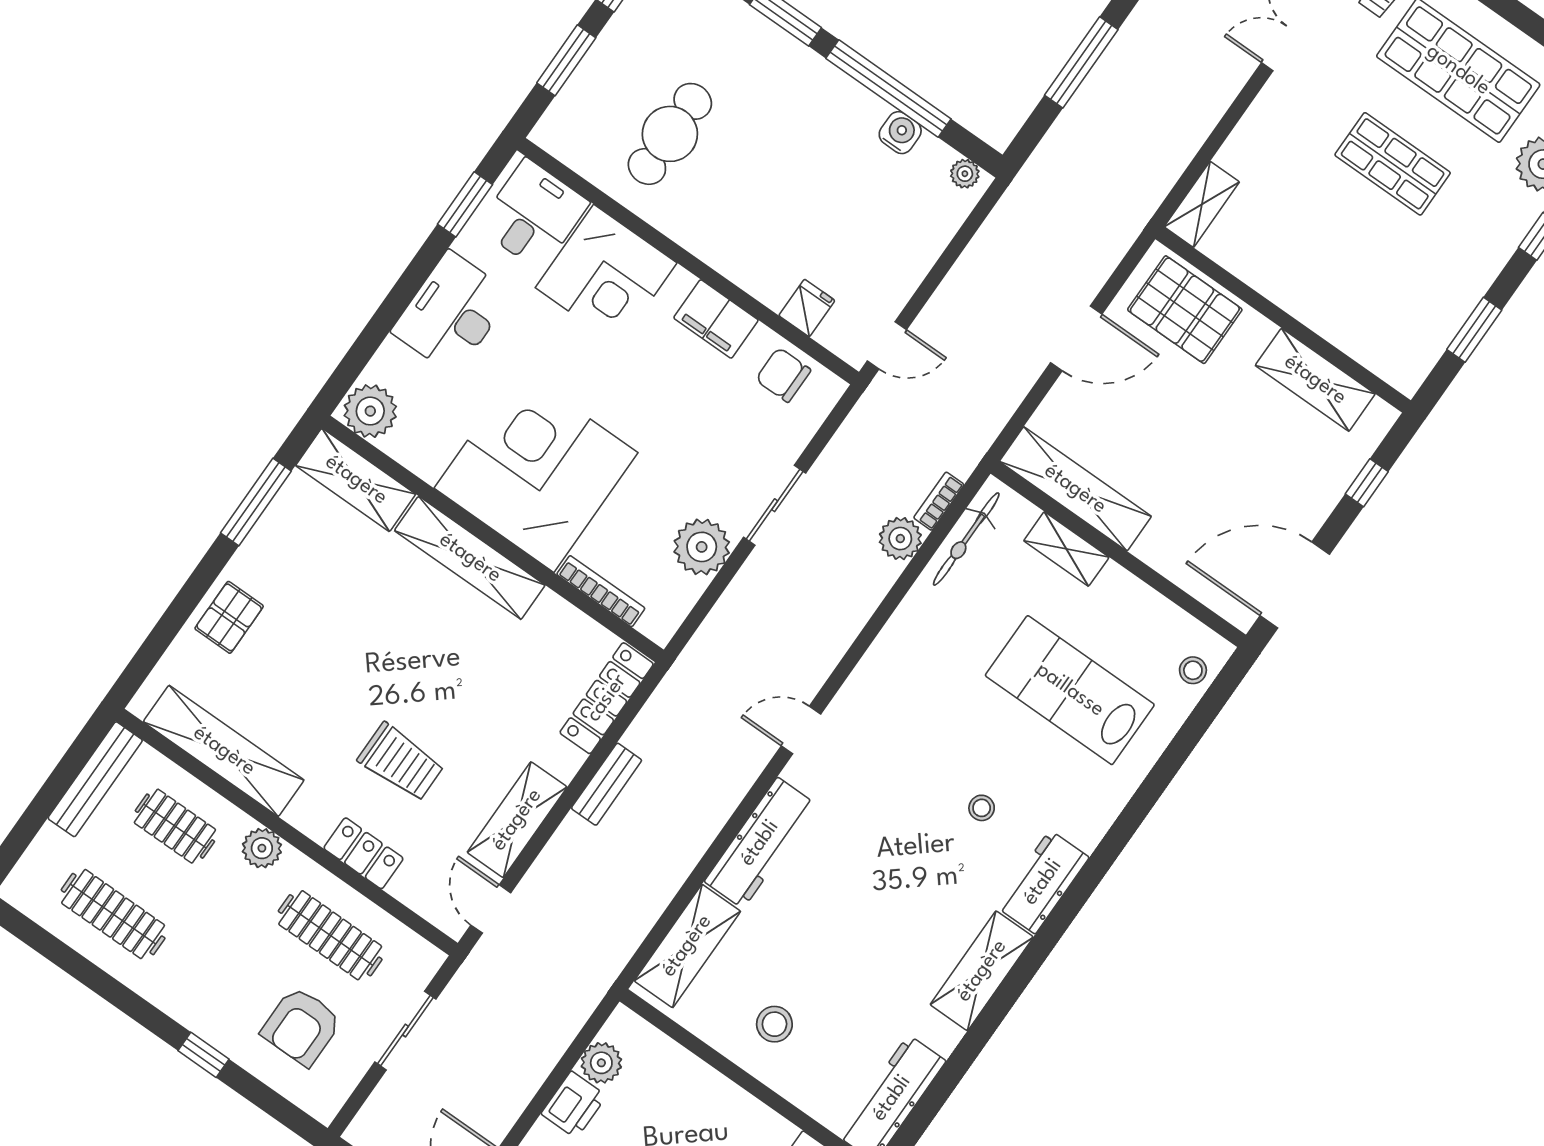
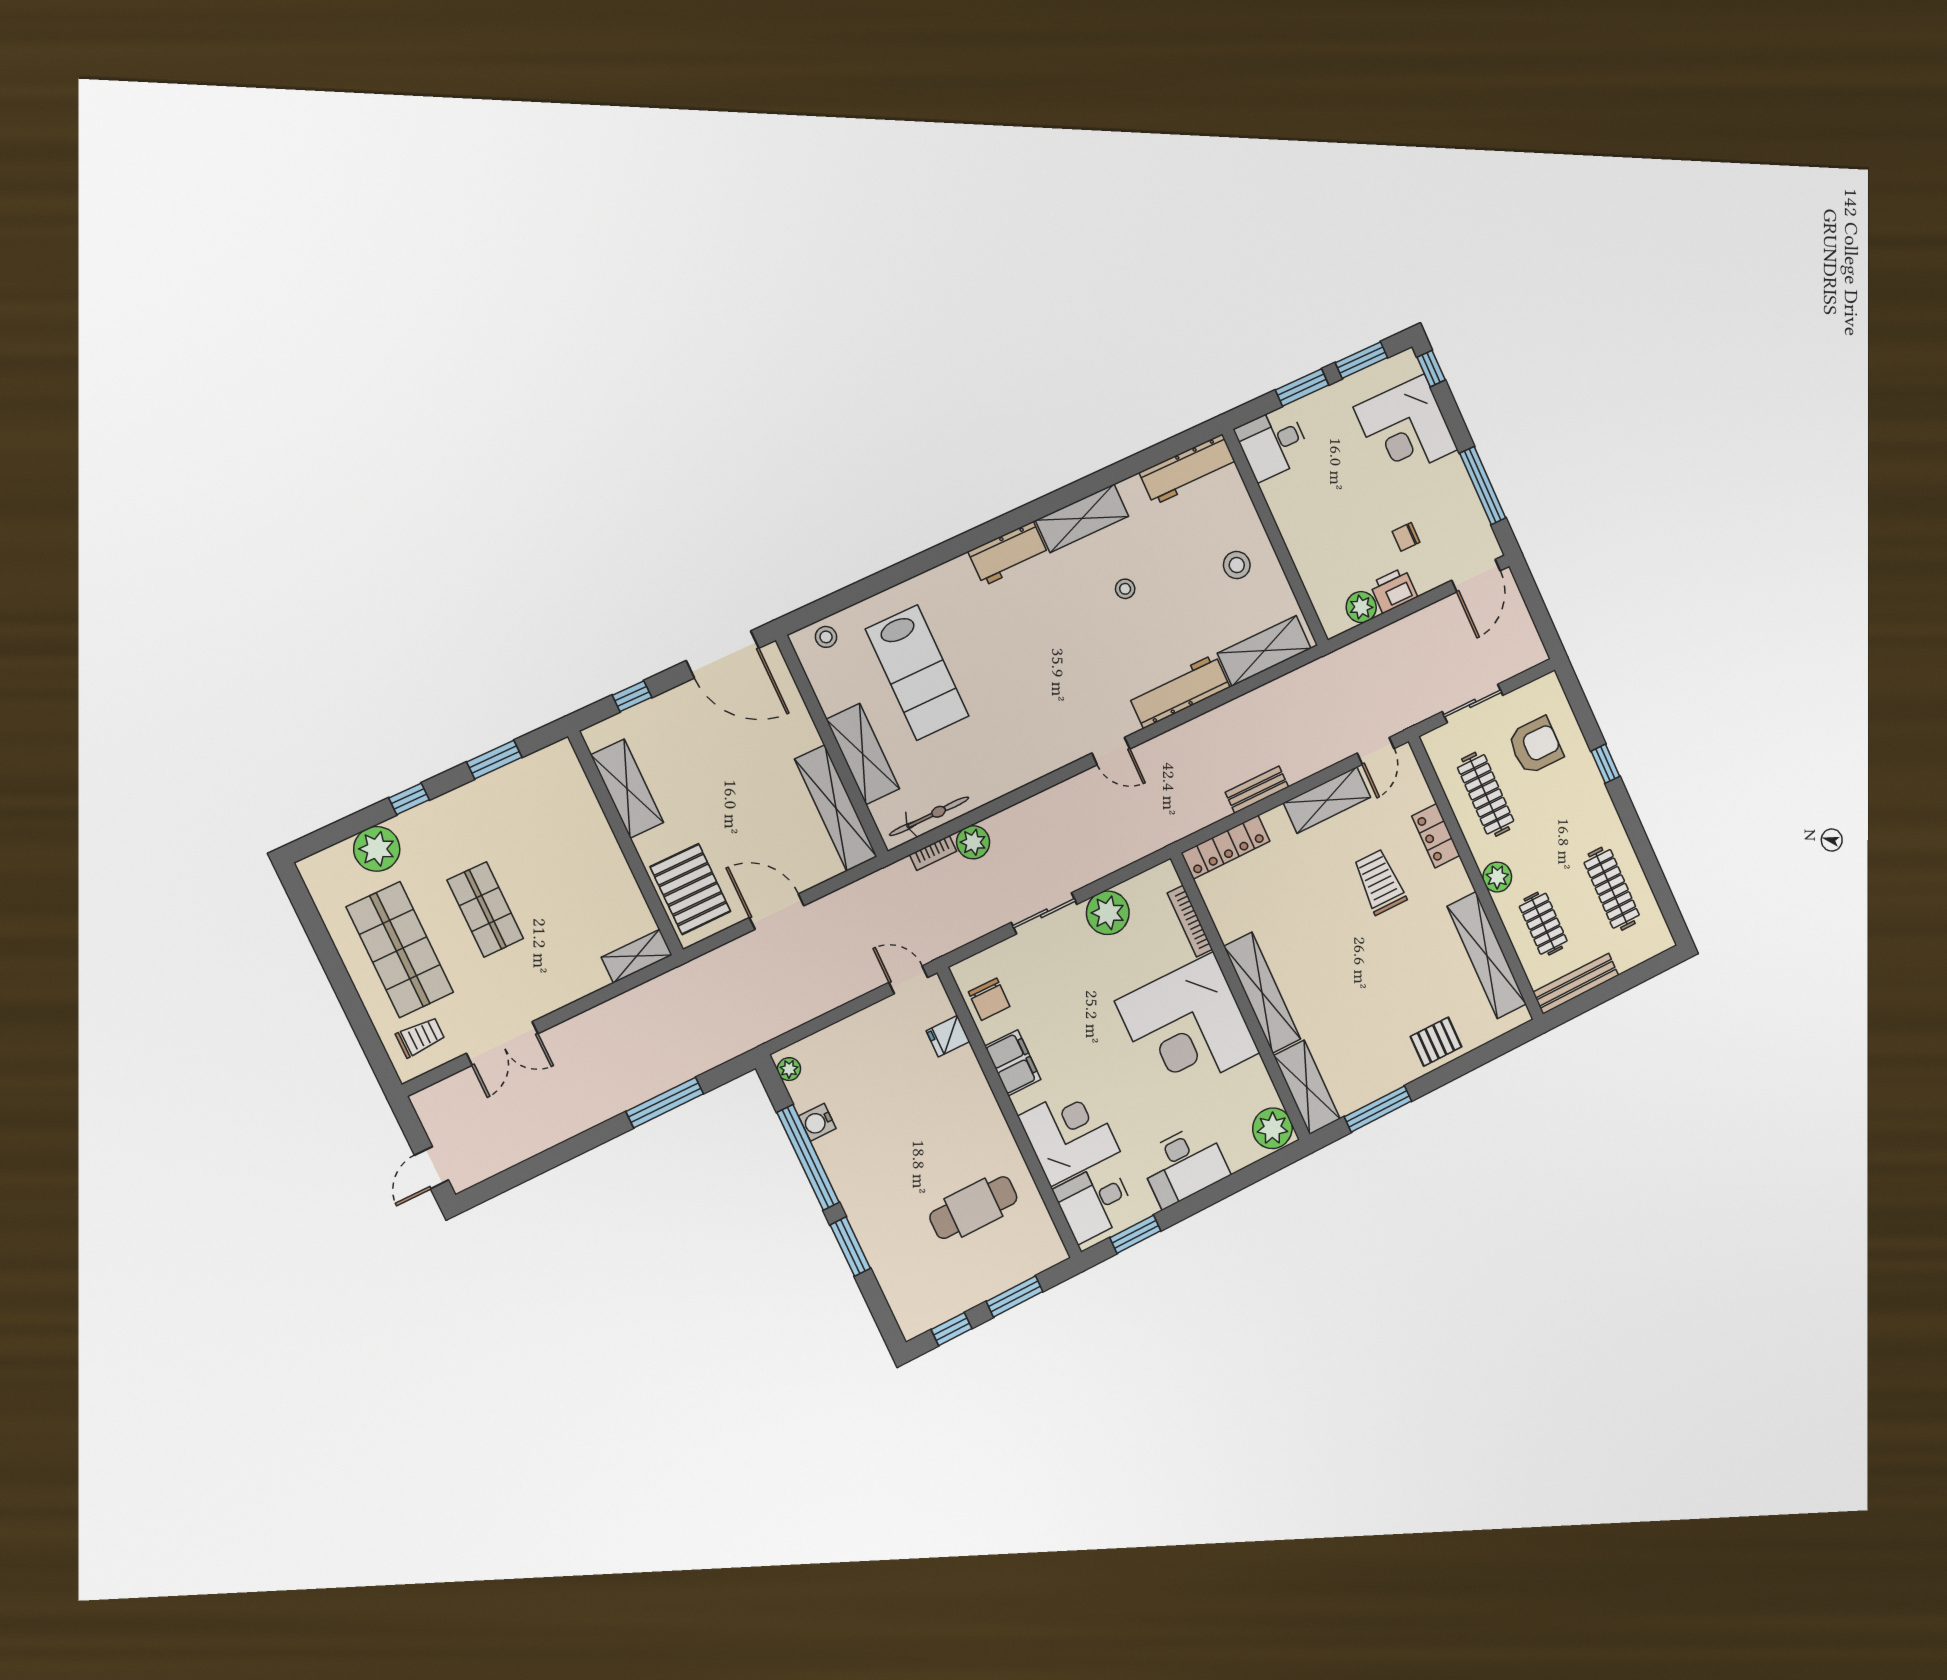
shelving: (1066, 549) -> (863, 754), width x1.50, depth x1.33
stool: (982, 808) -> (1125, 589), moved

